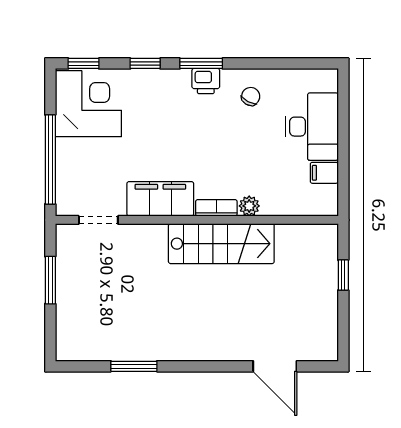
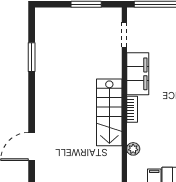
plant: (249, 206) -> (133, 149), moved

